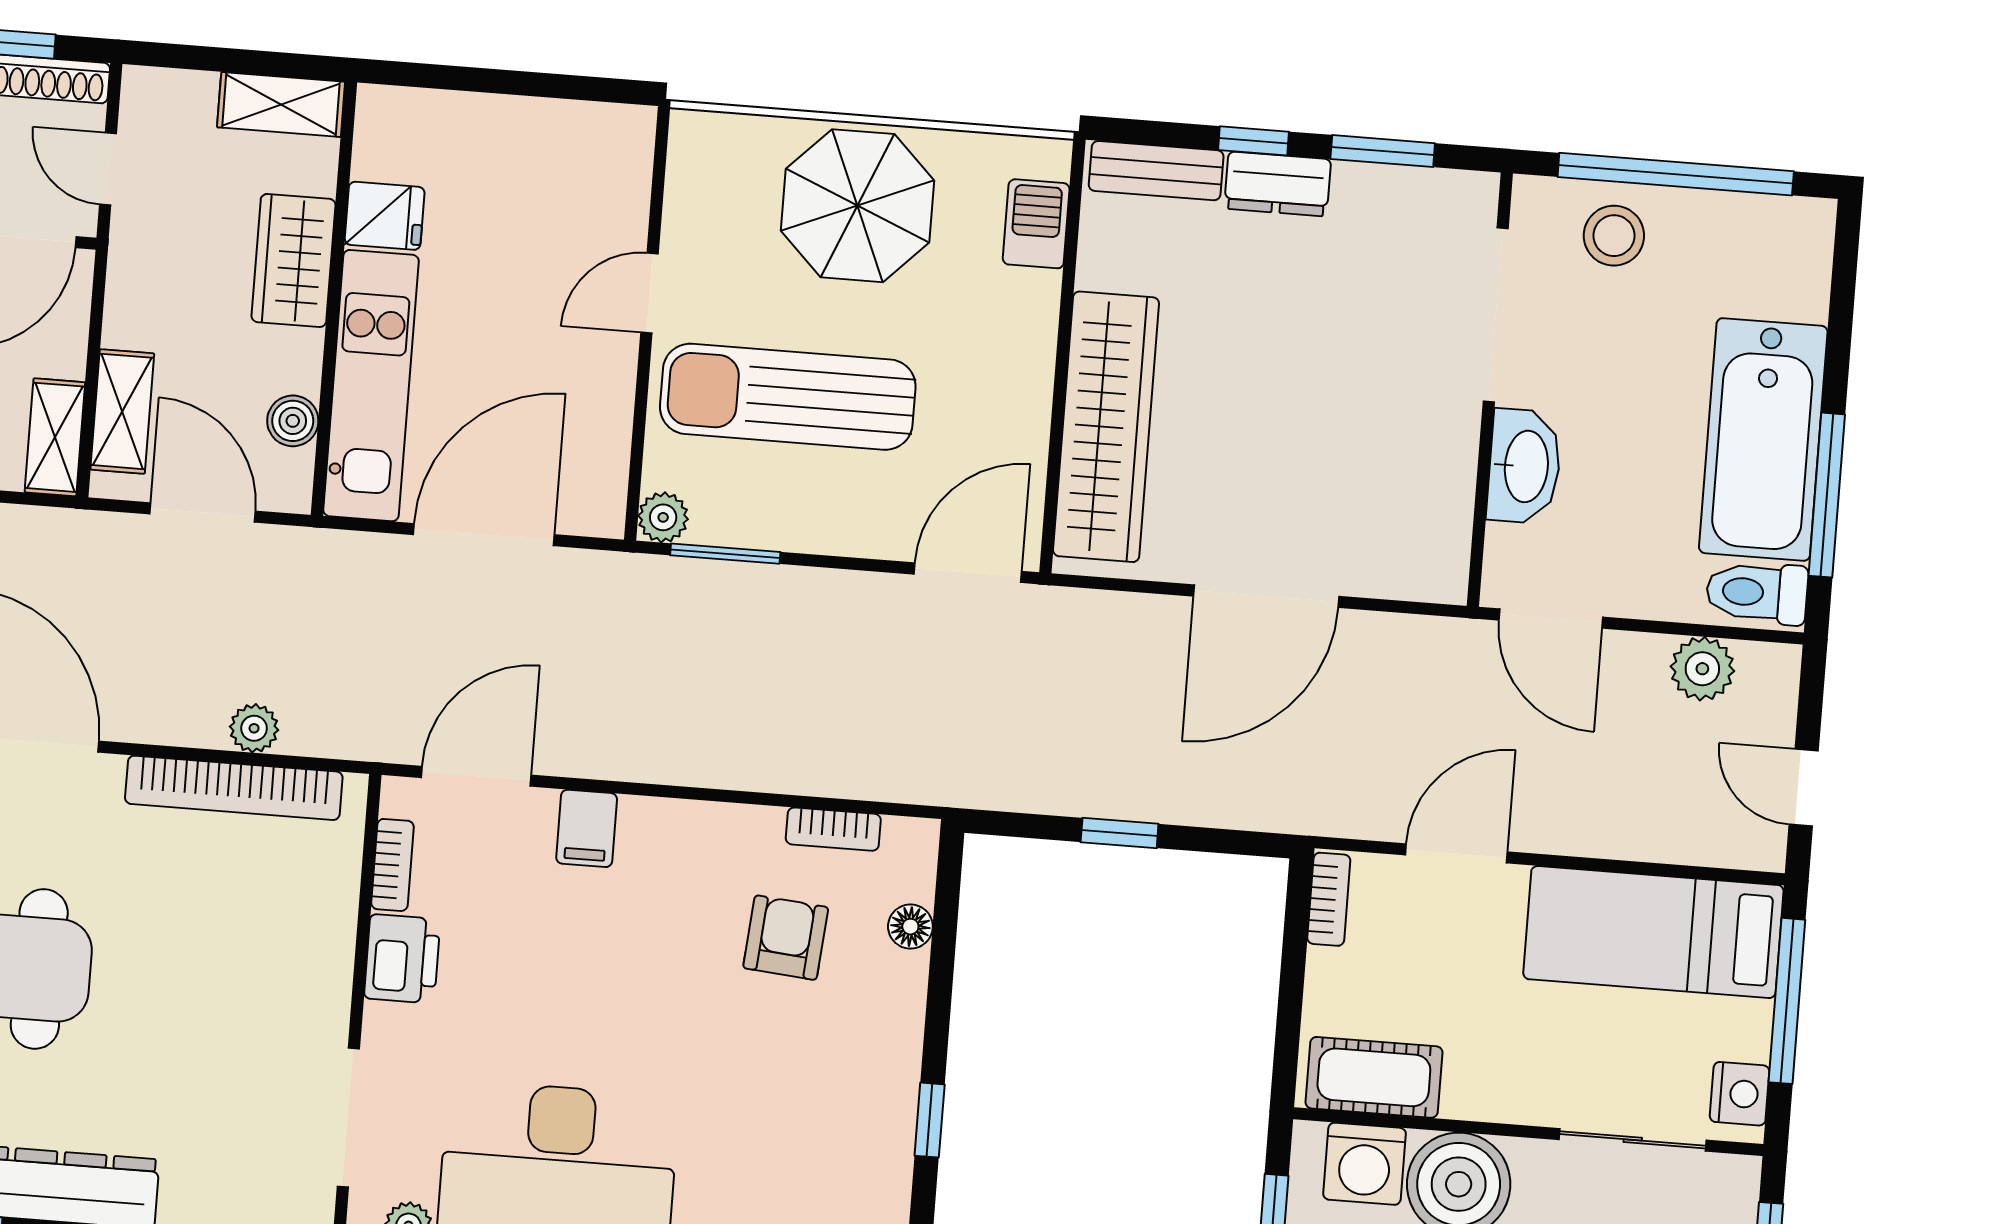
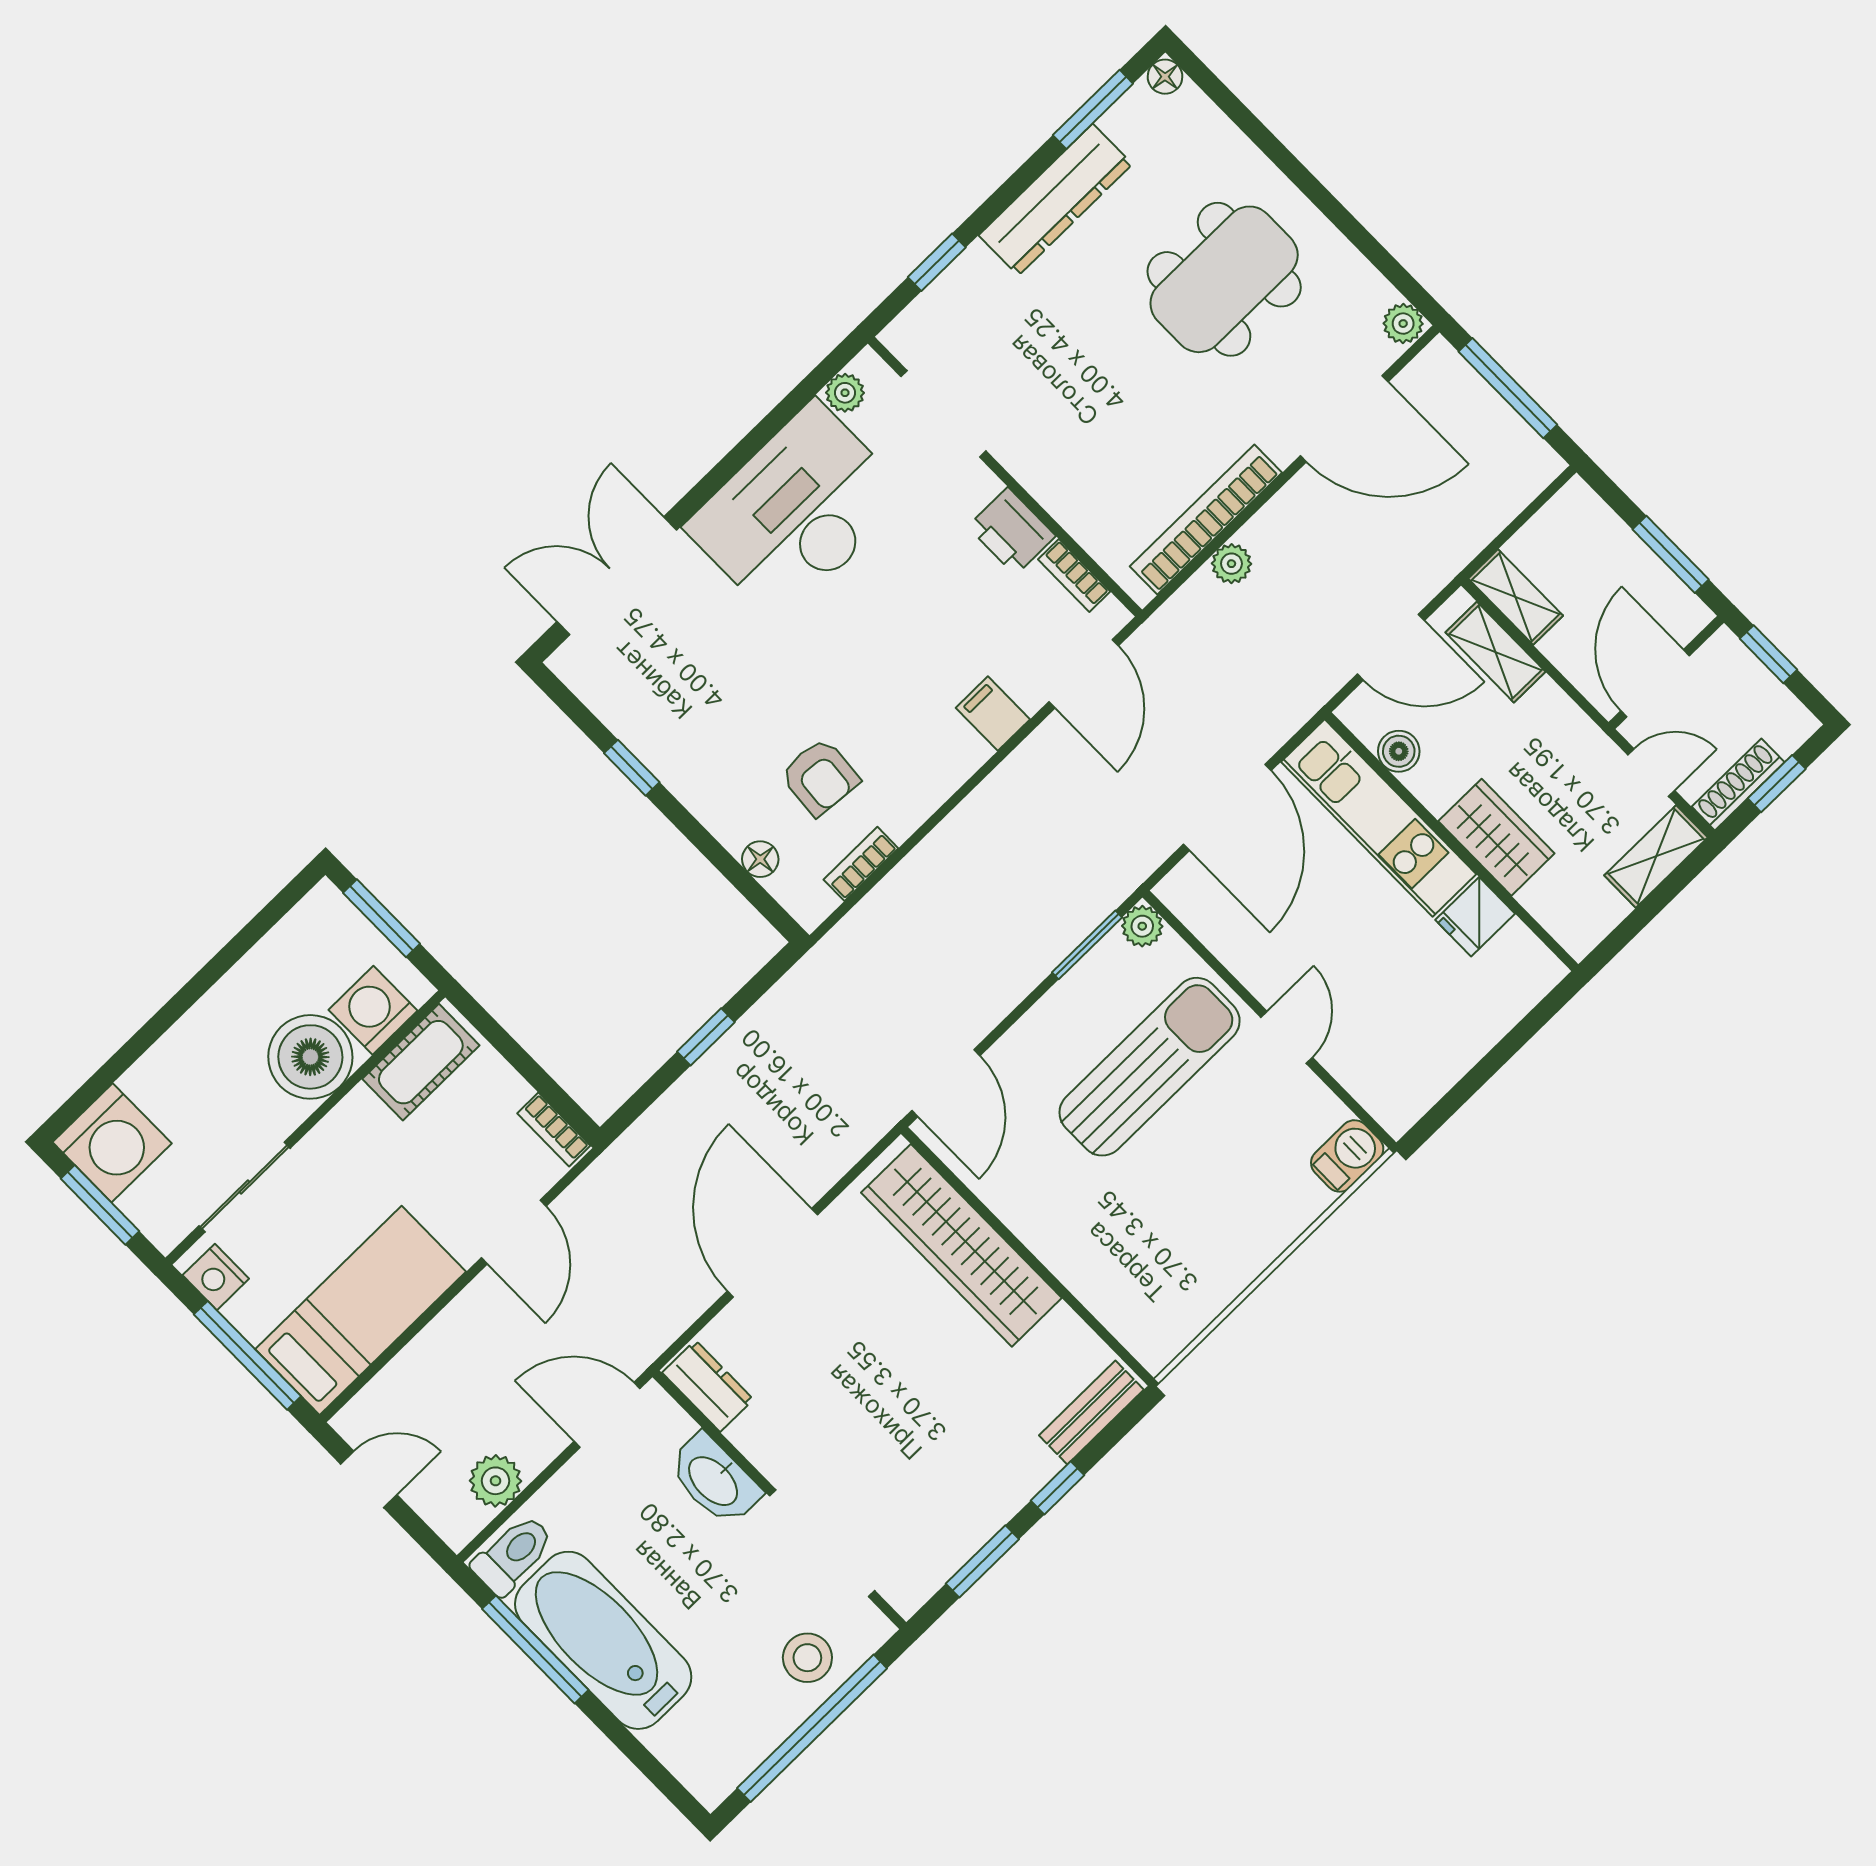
shelving: (281, 104) -> (1656, 856), moved
dresser: (1278, 184) -> (708, 1386), moved, turned 90
parasol: (857, 206) -> (1229, 1211), removed
barbecue: (1036, 224) -> (1347, 1156), moved, turned -90

